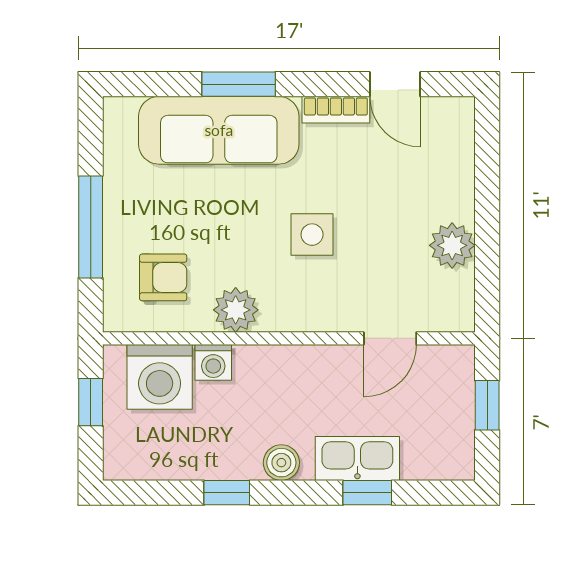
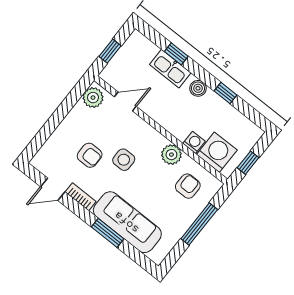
door: (395, 84) -> (53, 189), swing flipped
armchair: (378, 195) -> (90, 155), added
plant: (452, 245) -> (93, 98), moved
armchair: (163, 277) -> (188, 186), turned 90

